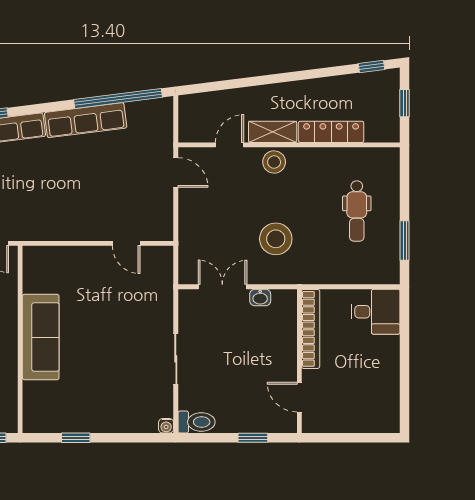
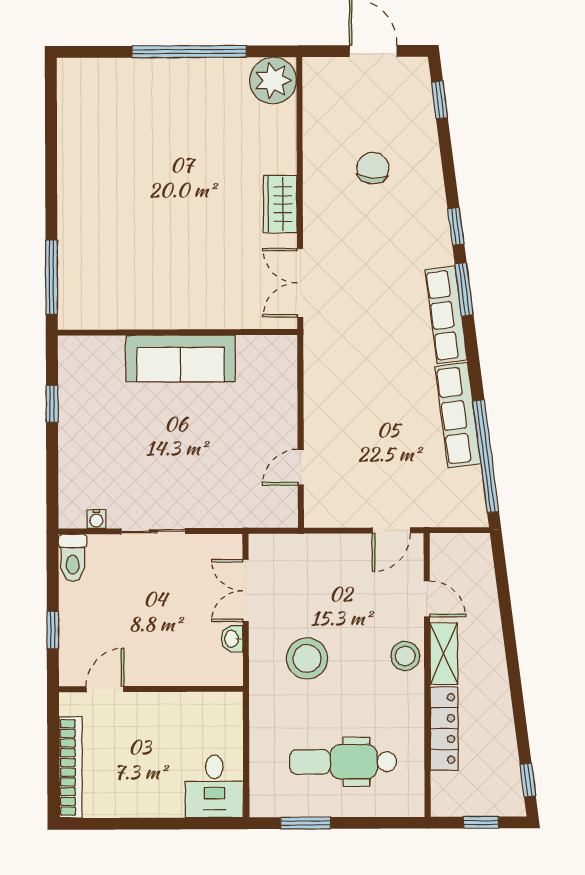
dental chair: (357, 211) -> (343, 762), width x1.36, depth x1.38
double door: (222, 287) -> (246, 590), swing flipped
bookcase: (311, 329) -> (71, 767), moved, turned -90
water cooler: (166, 426) -> (96, 519), moved, turned -90

